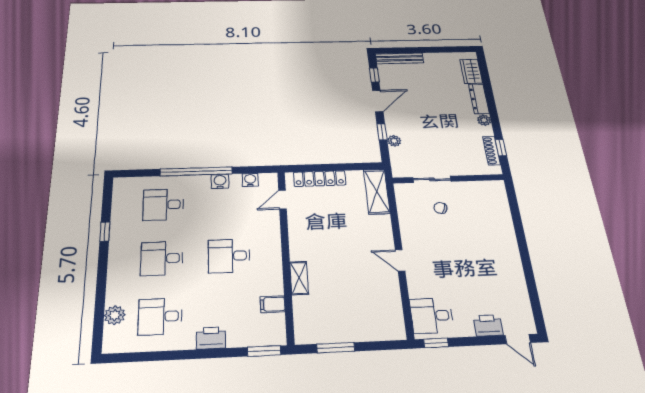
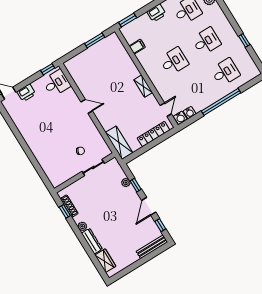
water cooler: (220, 181) -> (180, 118), moved
shelving: (299, 278) -> (143, 86), moved

